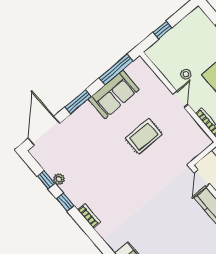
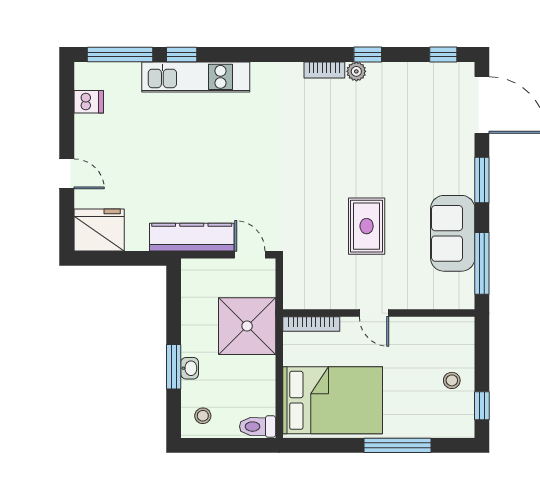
window: (163, 30) -> (482, 406), moved
stool: (186, 74) -> (452, 380), moved
plant: (59, 179) -> (356, 71), moved
window: (46, 180) -> (443, 54), moved

